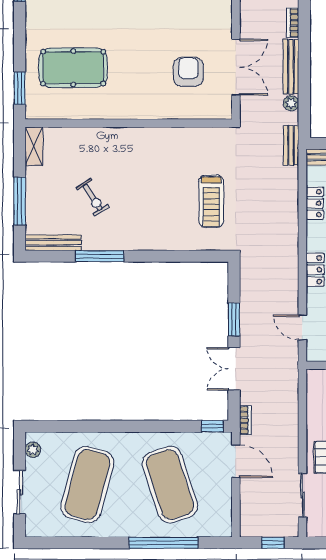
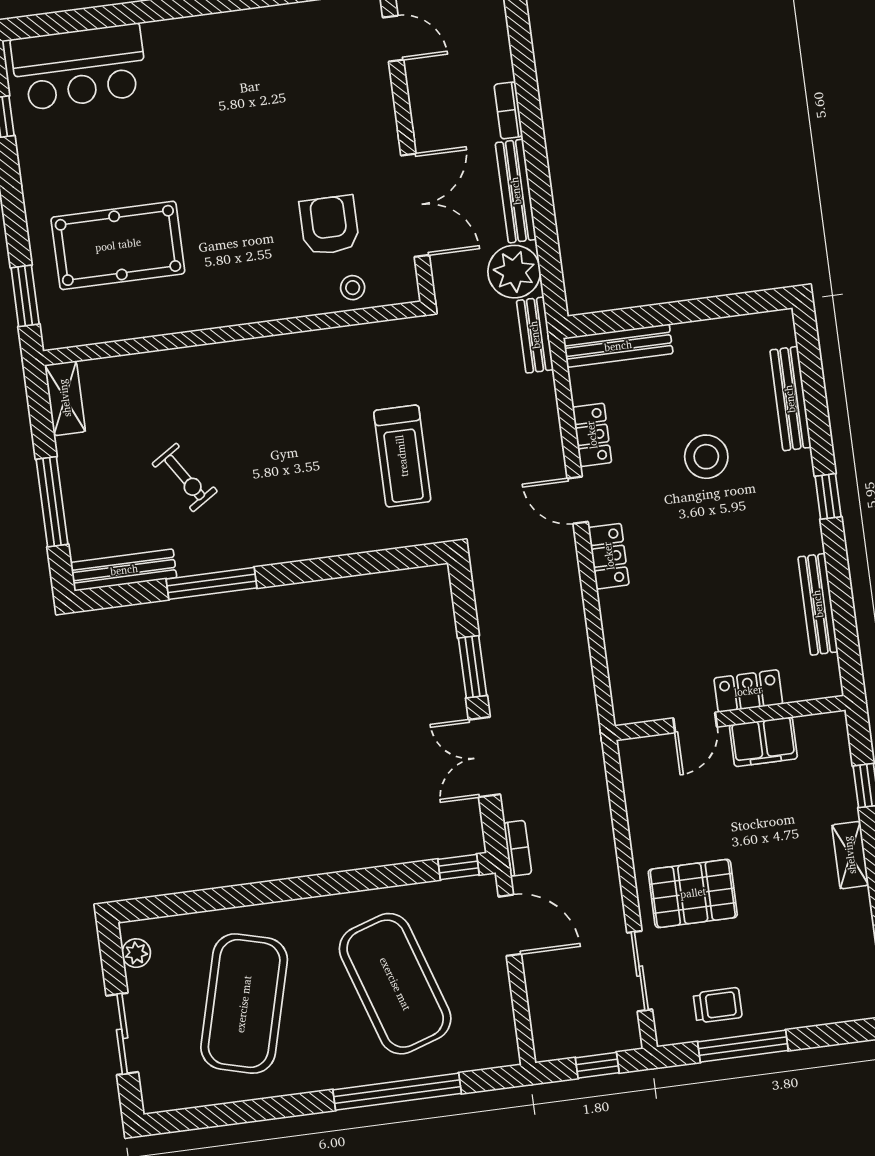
plant: (291, 103) -> (514, 272), width x1.88, depth x1.88
stool: (196, 107) -> (353, 288), added
door: (302, 327) -> (578, 500), moved

